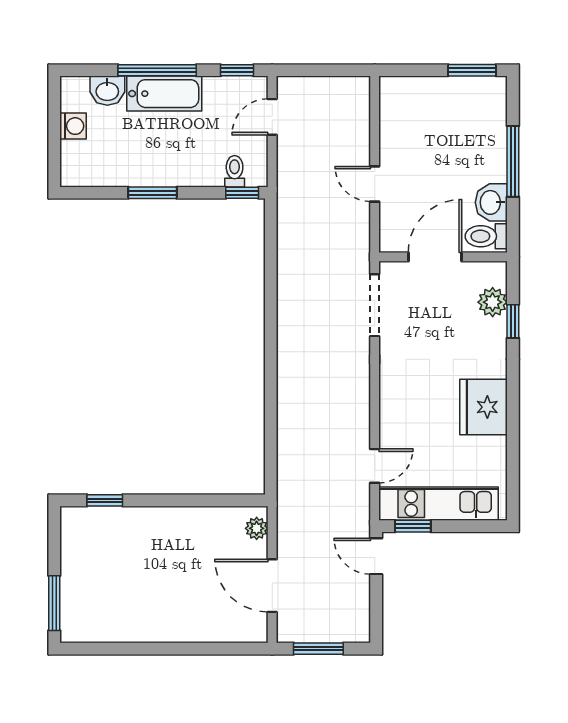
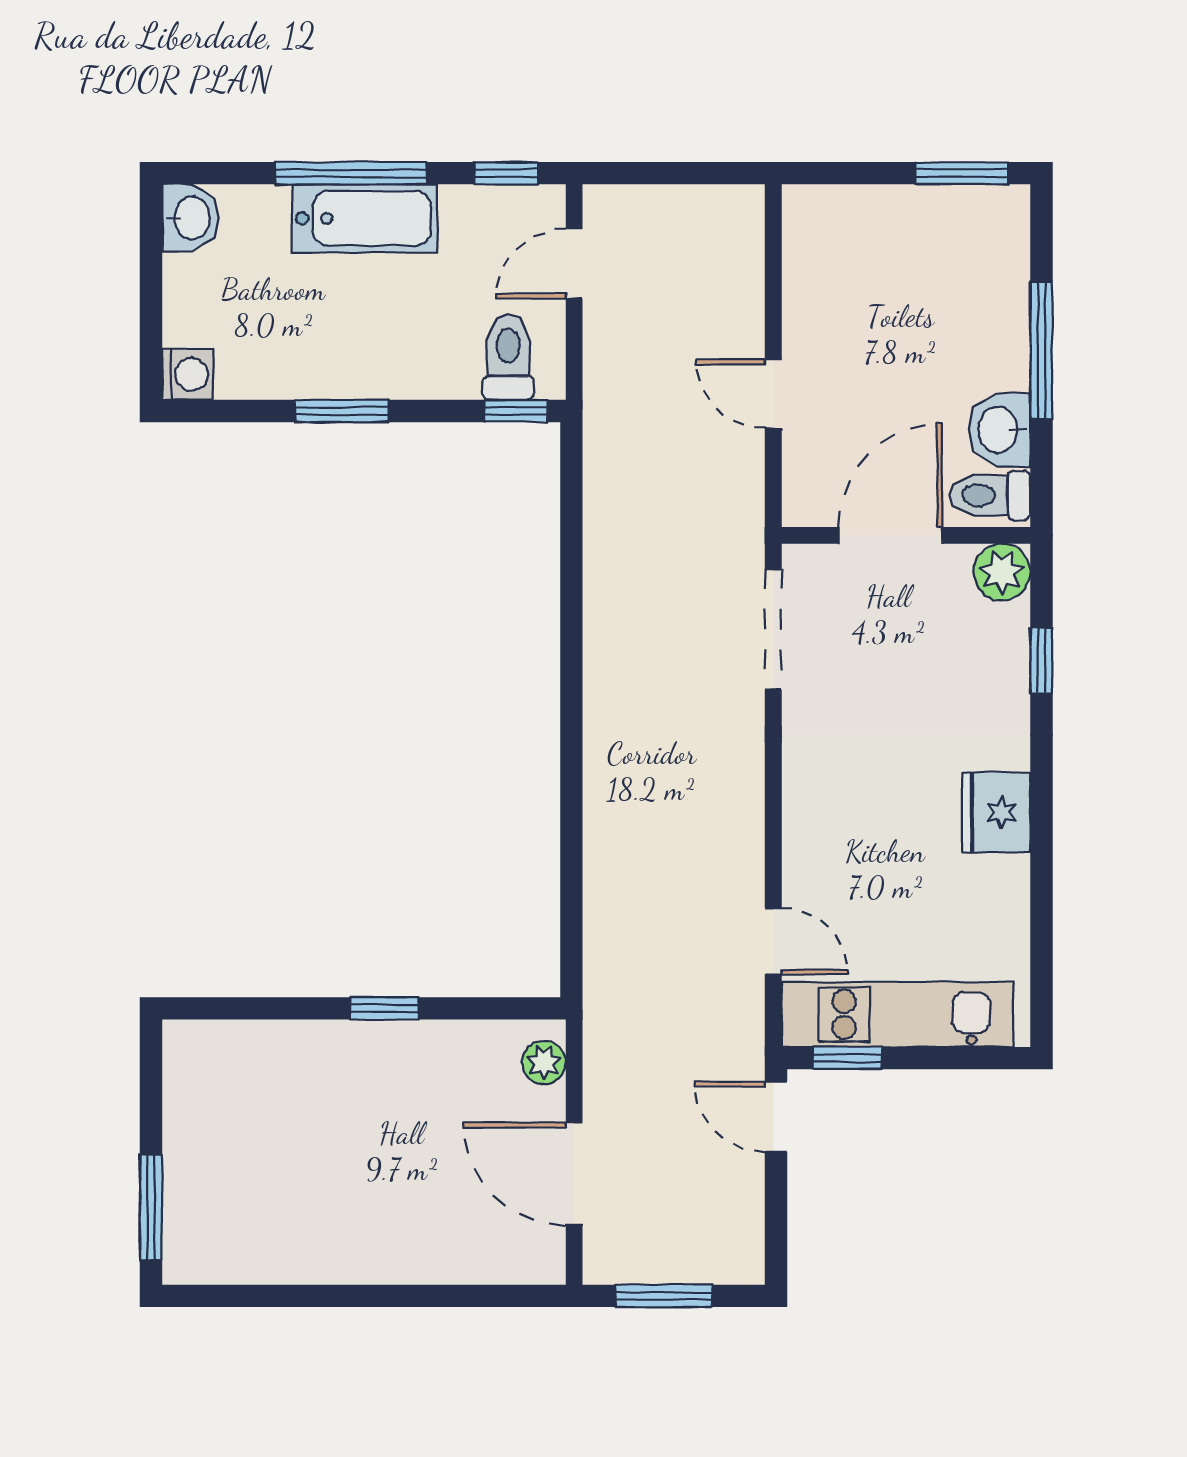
washbasin: (107, 91) -> (190, 218), moved, turned -90
washing machine: (73, 126) -> (188, 374), moved
toilet: (235, 171) -> (508, 357), width x1.37, depth x1.39
plant: (493, 302) -> (1002, 572), moved
fridge: (483, 407) -> (996, 813), width x0.73, depth x0.75
door: (375, 466) -> (773, 941), hinge flipped
window: (105, 500) -> (384, 1008), moved

